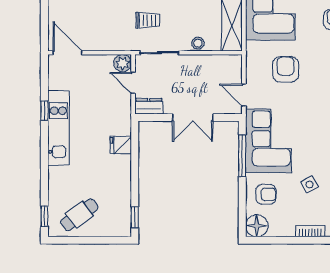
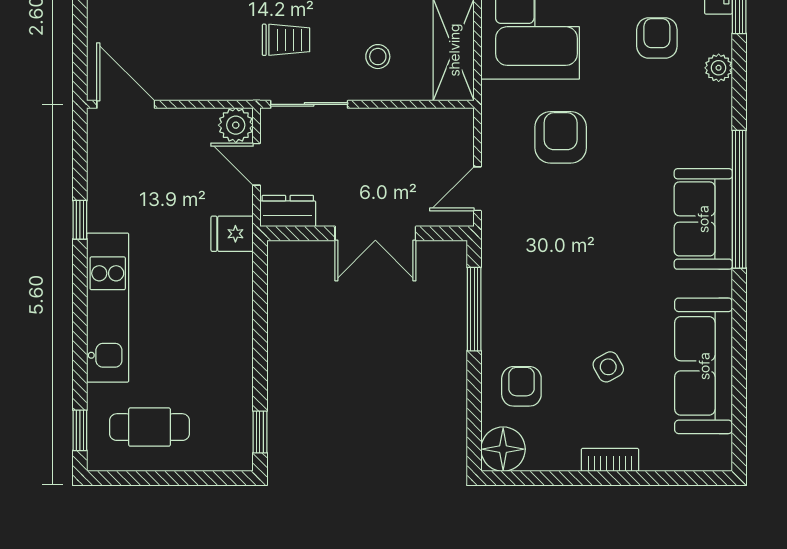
stool: (198, 43) -> (378, 57), moved
door: (244, 95) -> (477, 189), hinge flipped
kitchen unit: (58, 128) -> (108, 308), moved
corner sofa: (268, 141) -> (526, 280), removed
fridge: (121, 145) -> (232, 234), moved
armchair: (266, 194) -> (521, 386), turned -90
cafe table: (79, 215) -> (150, 427), turned 37

